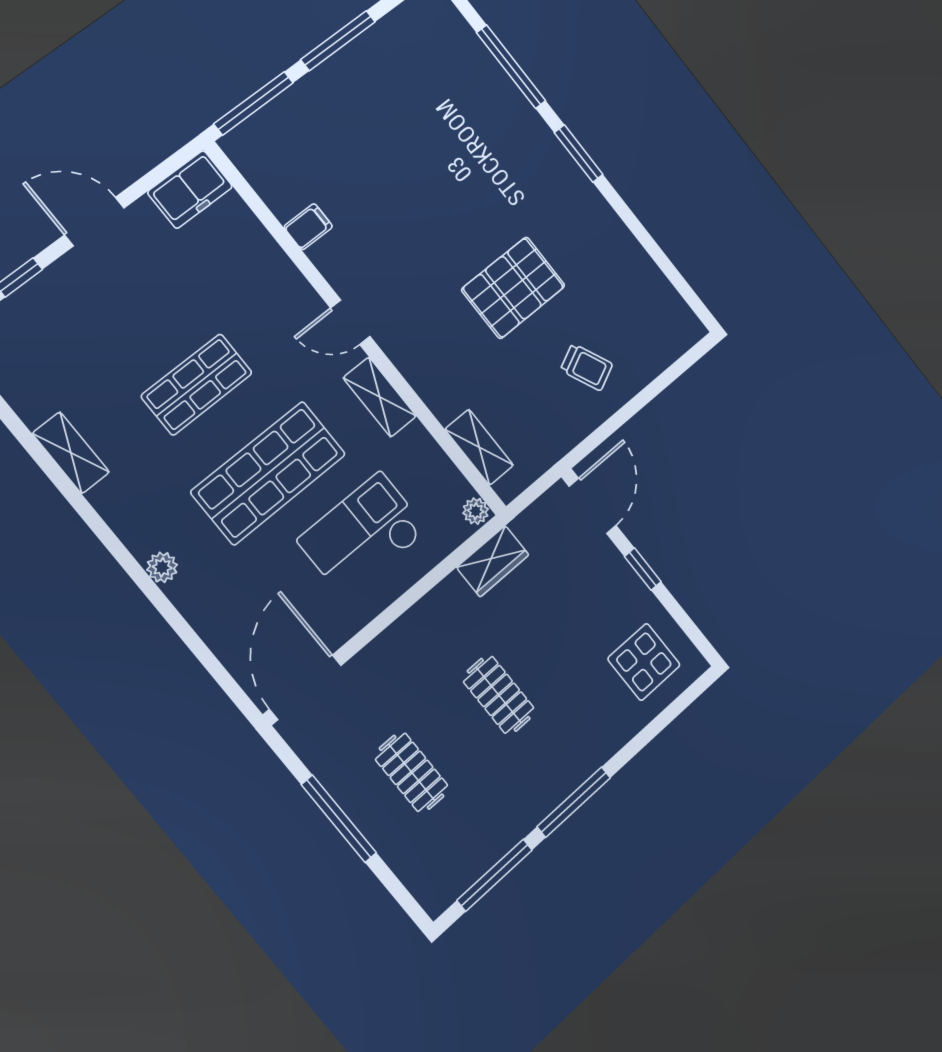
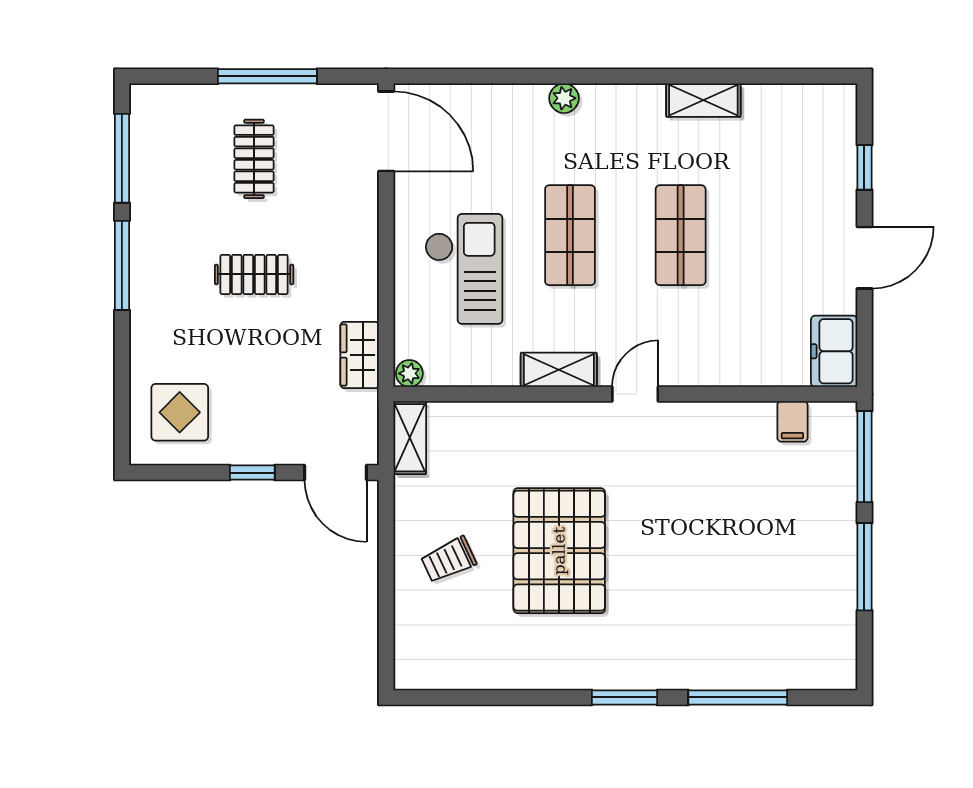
filing cabinet: (308, 227) -> (792, 421), moved
pallet: (513, 288) -> (559, 551), width x1.37, depth x1.41
shelving: (479, 447) -> (410, 438), moved, turned 90
shop shelf: (268, 473) -> (570, 235), width x0.70, depth x0.74
clothes rail: (412, 772) -> (254, 159), turned 90

